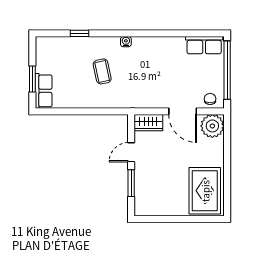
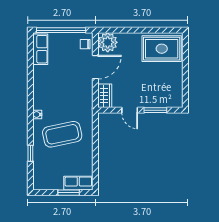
coffee table: (102, 71) -> (62, 134), width x1.86, depth x1.72

